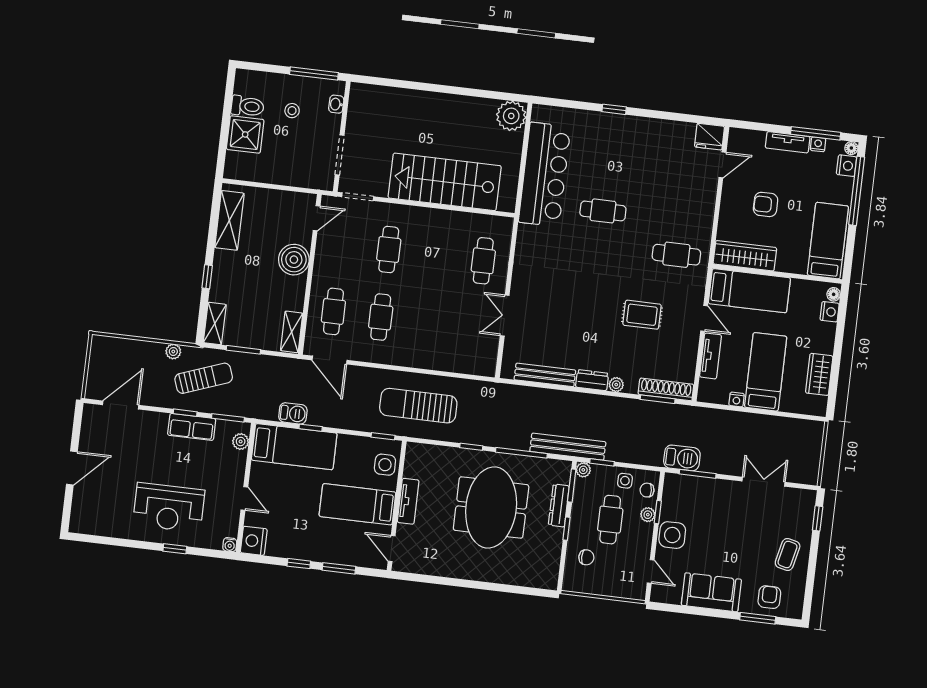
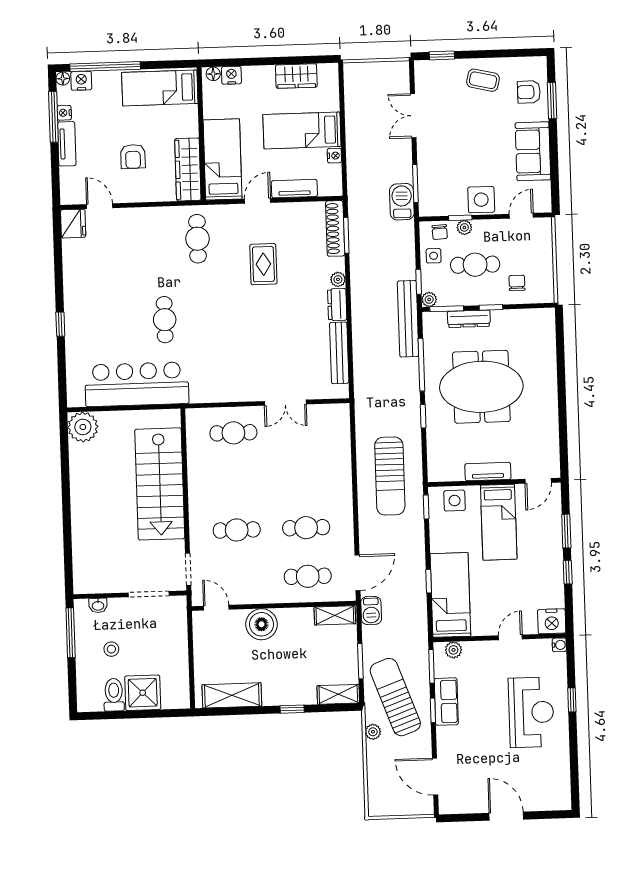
sun lounger: (204, 378) -> (395, 697), width x1.36, depth x1.34
barbecue: (293, 413) -> (371, 611), moved, turned 180

